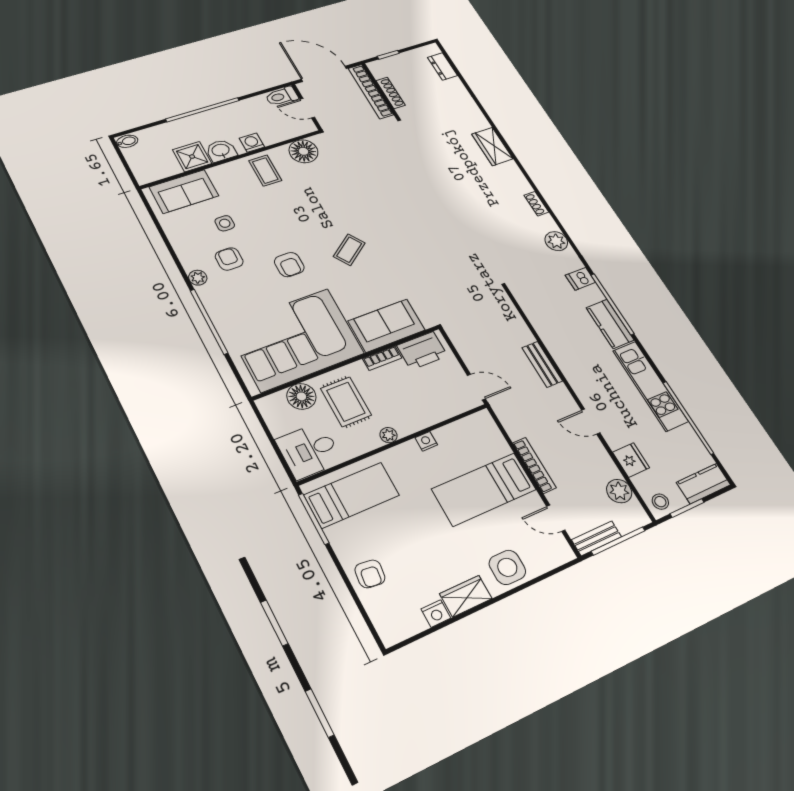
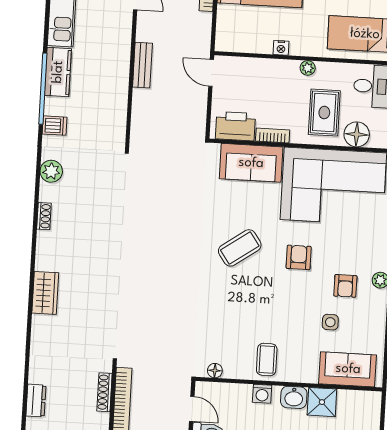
floor lamp: (303, 151) -> (215, 371), width x0.53, depth x0.53
coffee table: (349, 250) -> (240, 248), width x1.36, depth x1.30

